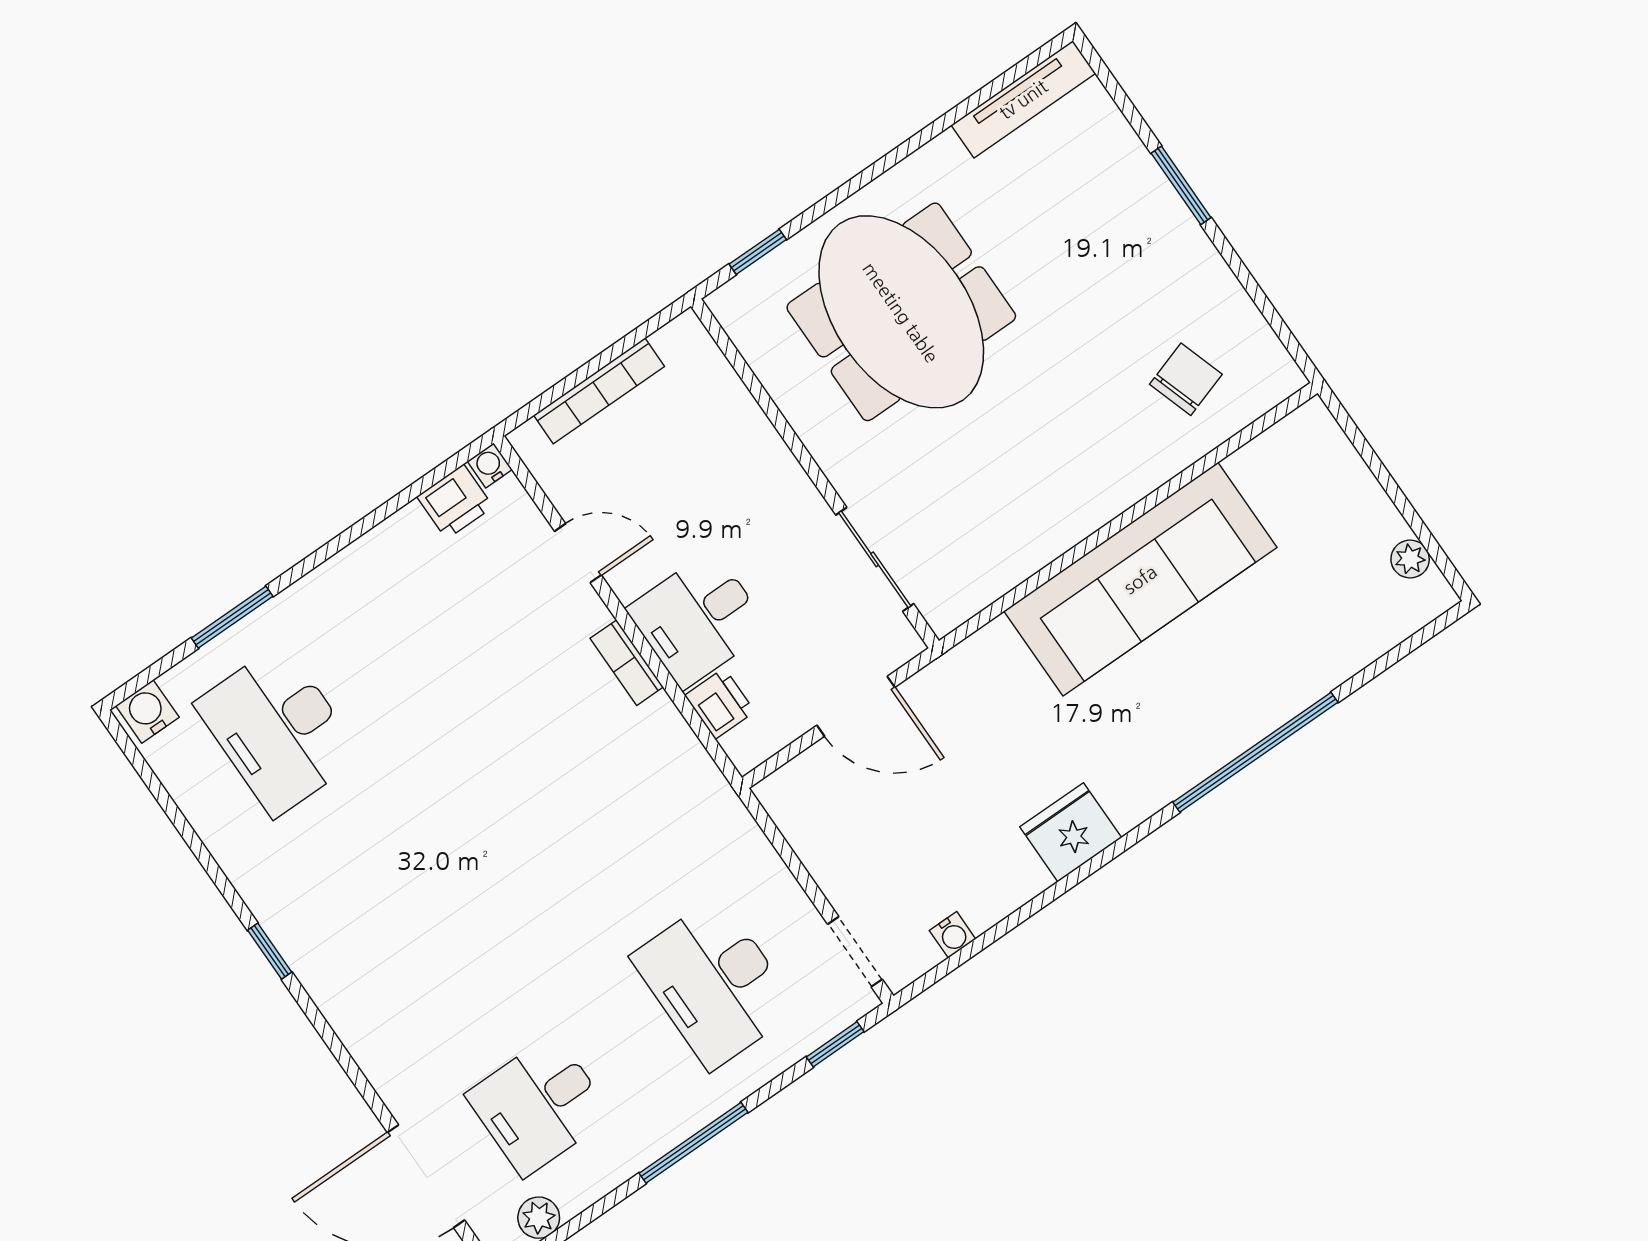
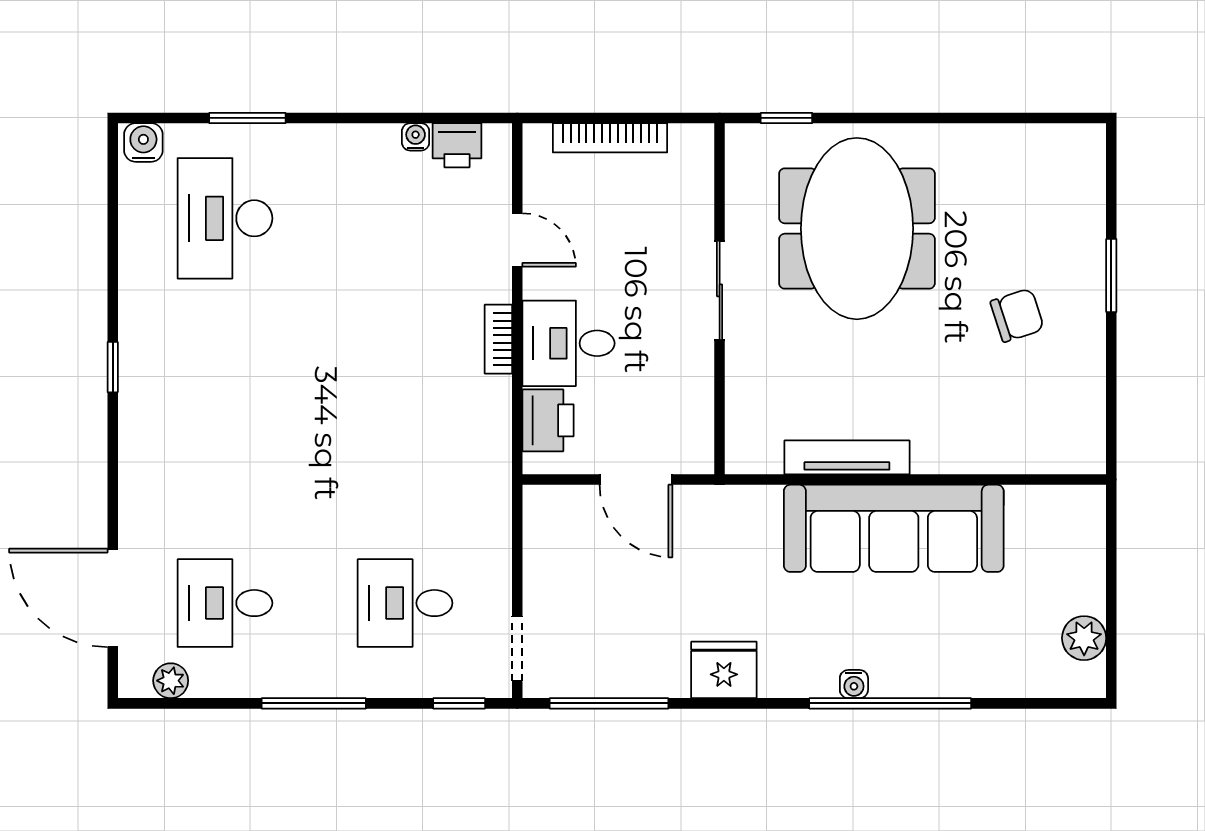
tv unit: (1023, 99) -> (847, 457), moved, turned 180
chair: (1186, 379) -> (1017, 315), moved
water cooler: (490, 465) -> (416, 137), moved
sliding door: (875, 559) -> (720, 290), moved
plant: (1410, 559) -> (1084, 638), width x1.38, depth x1.38
printer: (720, 704) -> (548, 420), width x1.36, depth x1.24
water cooler: (953, 935) -> (854, 684), moved
window: (981, 943) -> (609, 703), added
desk: (715, 983) -> (405, 603), width x0.73

